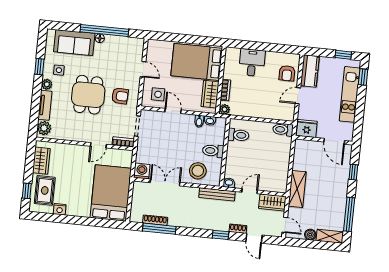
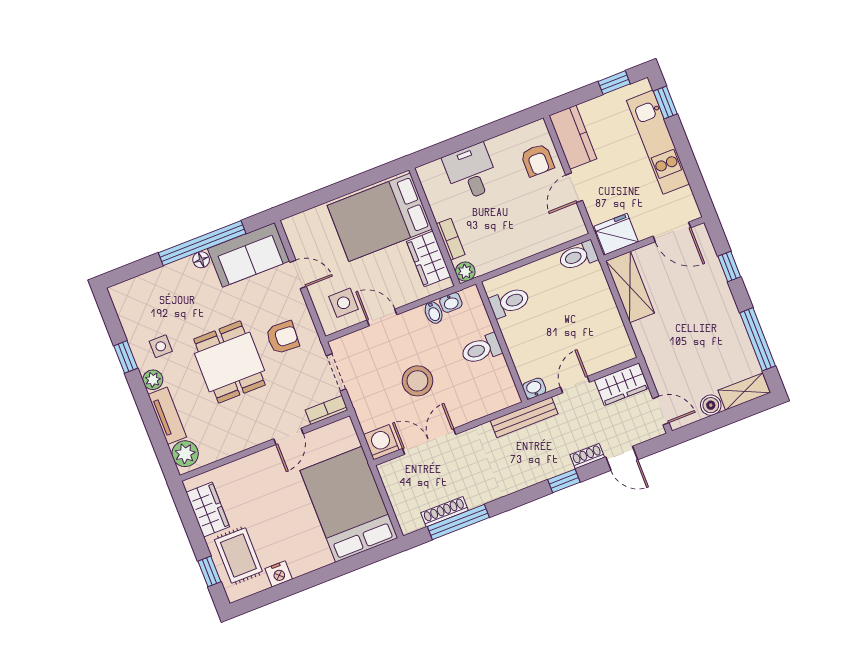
sofa: (74, 43) -> (249, 255), moved
stool: (198, 171) -> (417, 381), moved
shelving: (297, 189) -> (630, 287), moved

